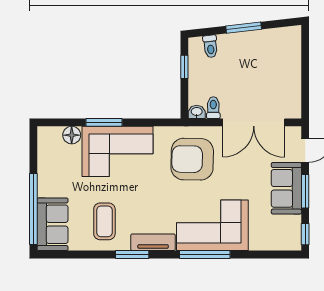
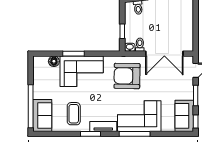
window: (184, 67) -> (122, 31), moved
sofa: (286, 188) -> (184, 116), moved

